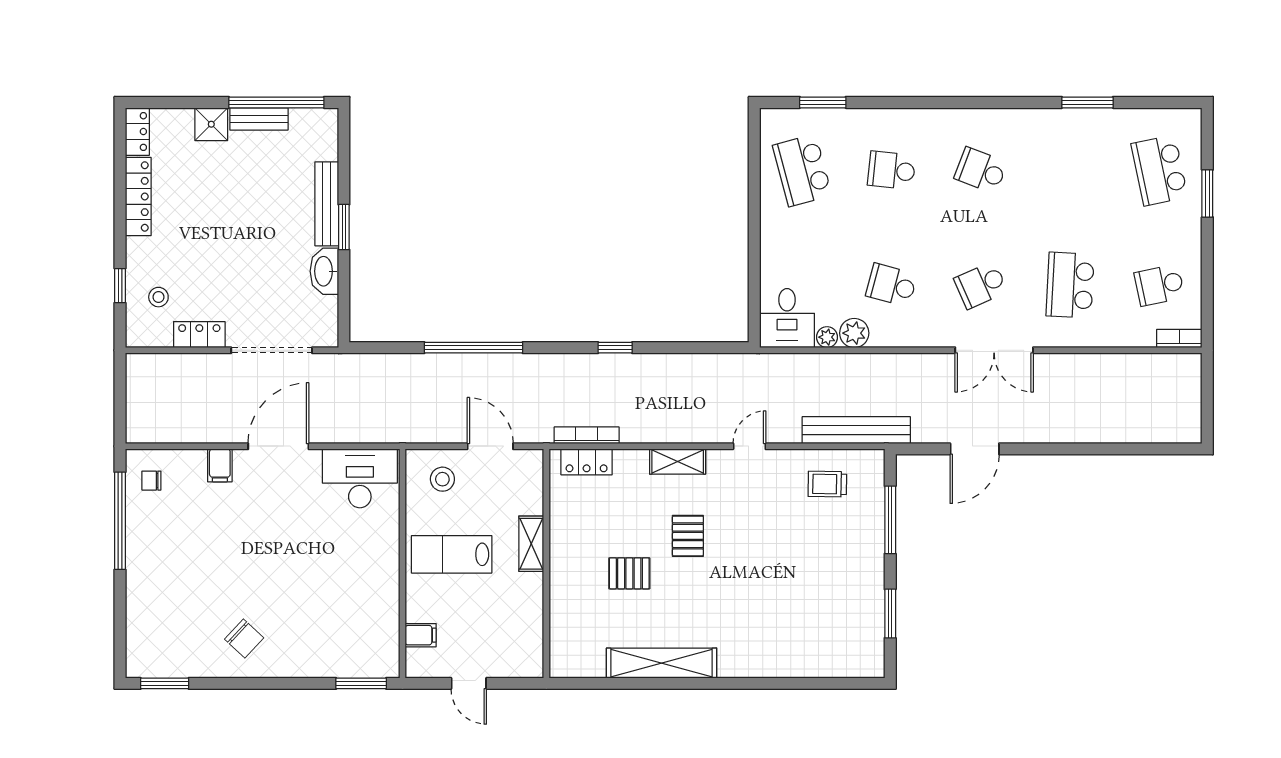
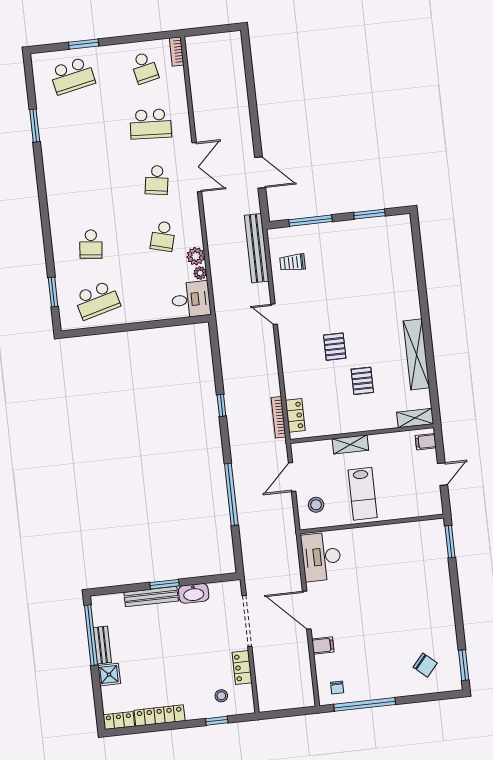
school desk: (981, 170) -> (85, 188), removed
school desk: (981, 285) -> (157, 180), turned 33
shelving: (678, 461) -> (415, 418), moved, turned 90
trolley: (827, 484) -> (292, 263), turned 89
pallet: (688, 536) -> (335, 347), turned 90
filing cabinet: (421, 635) -> (426, 442), moved, turned -90
chair: (244, 639) -> (425, 665), moved, turned 88

